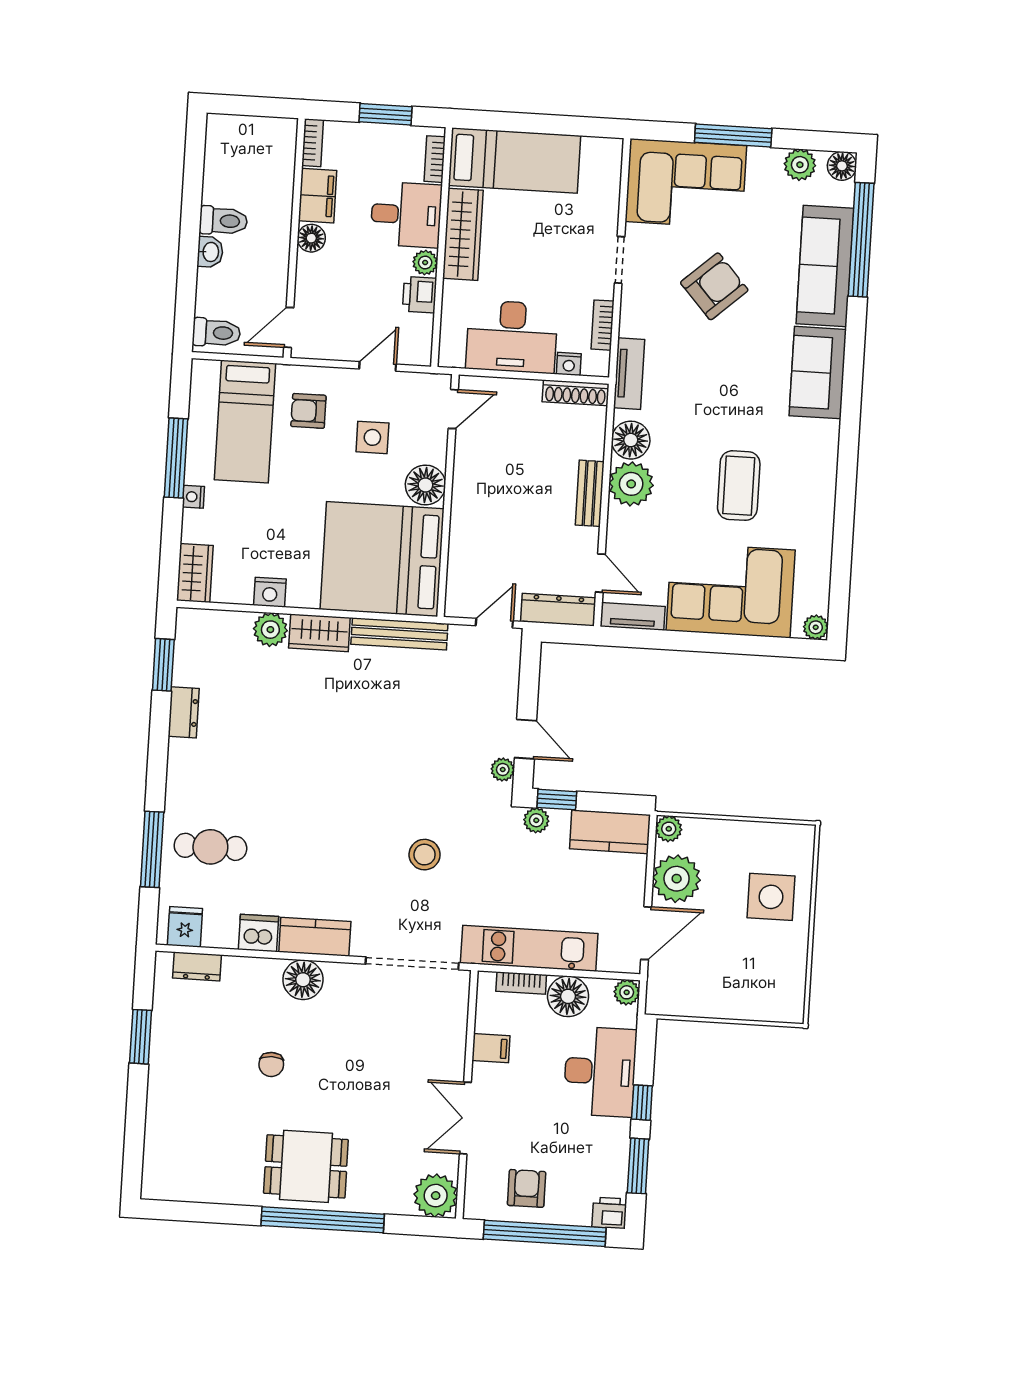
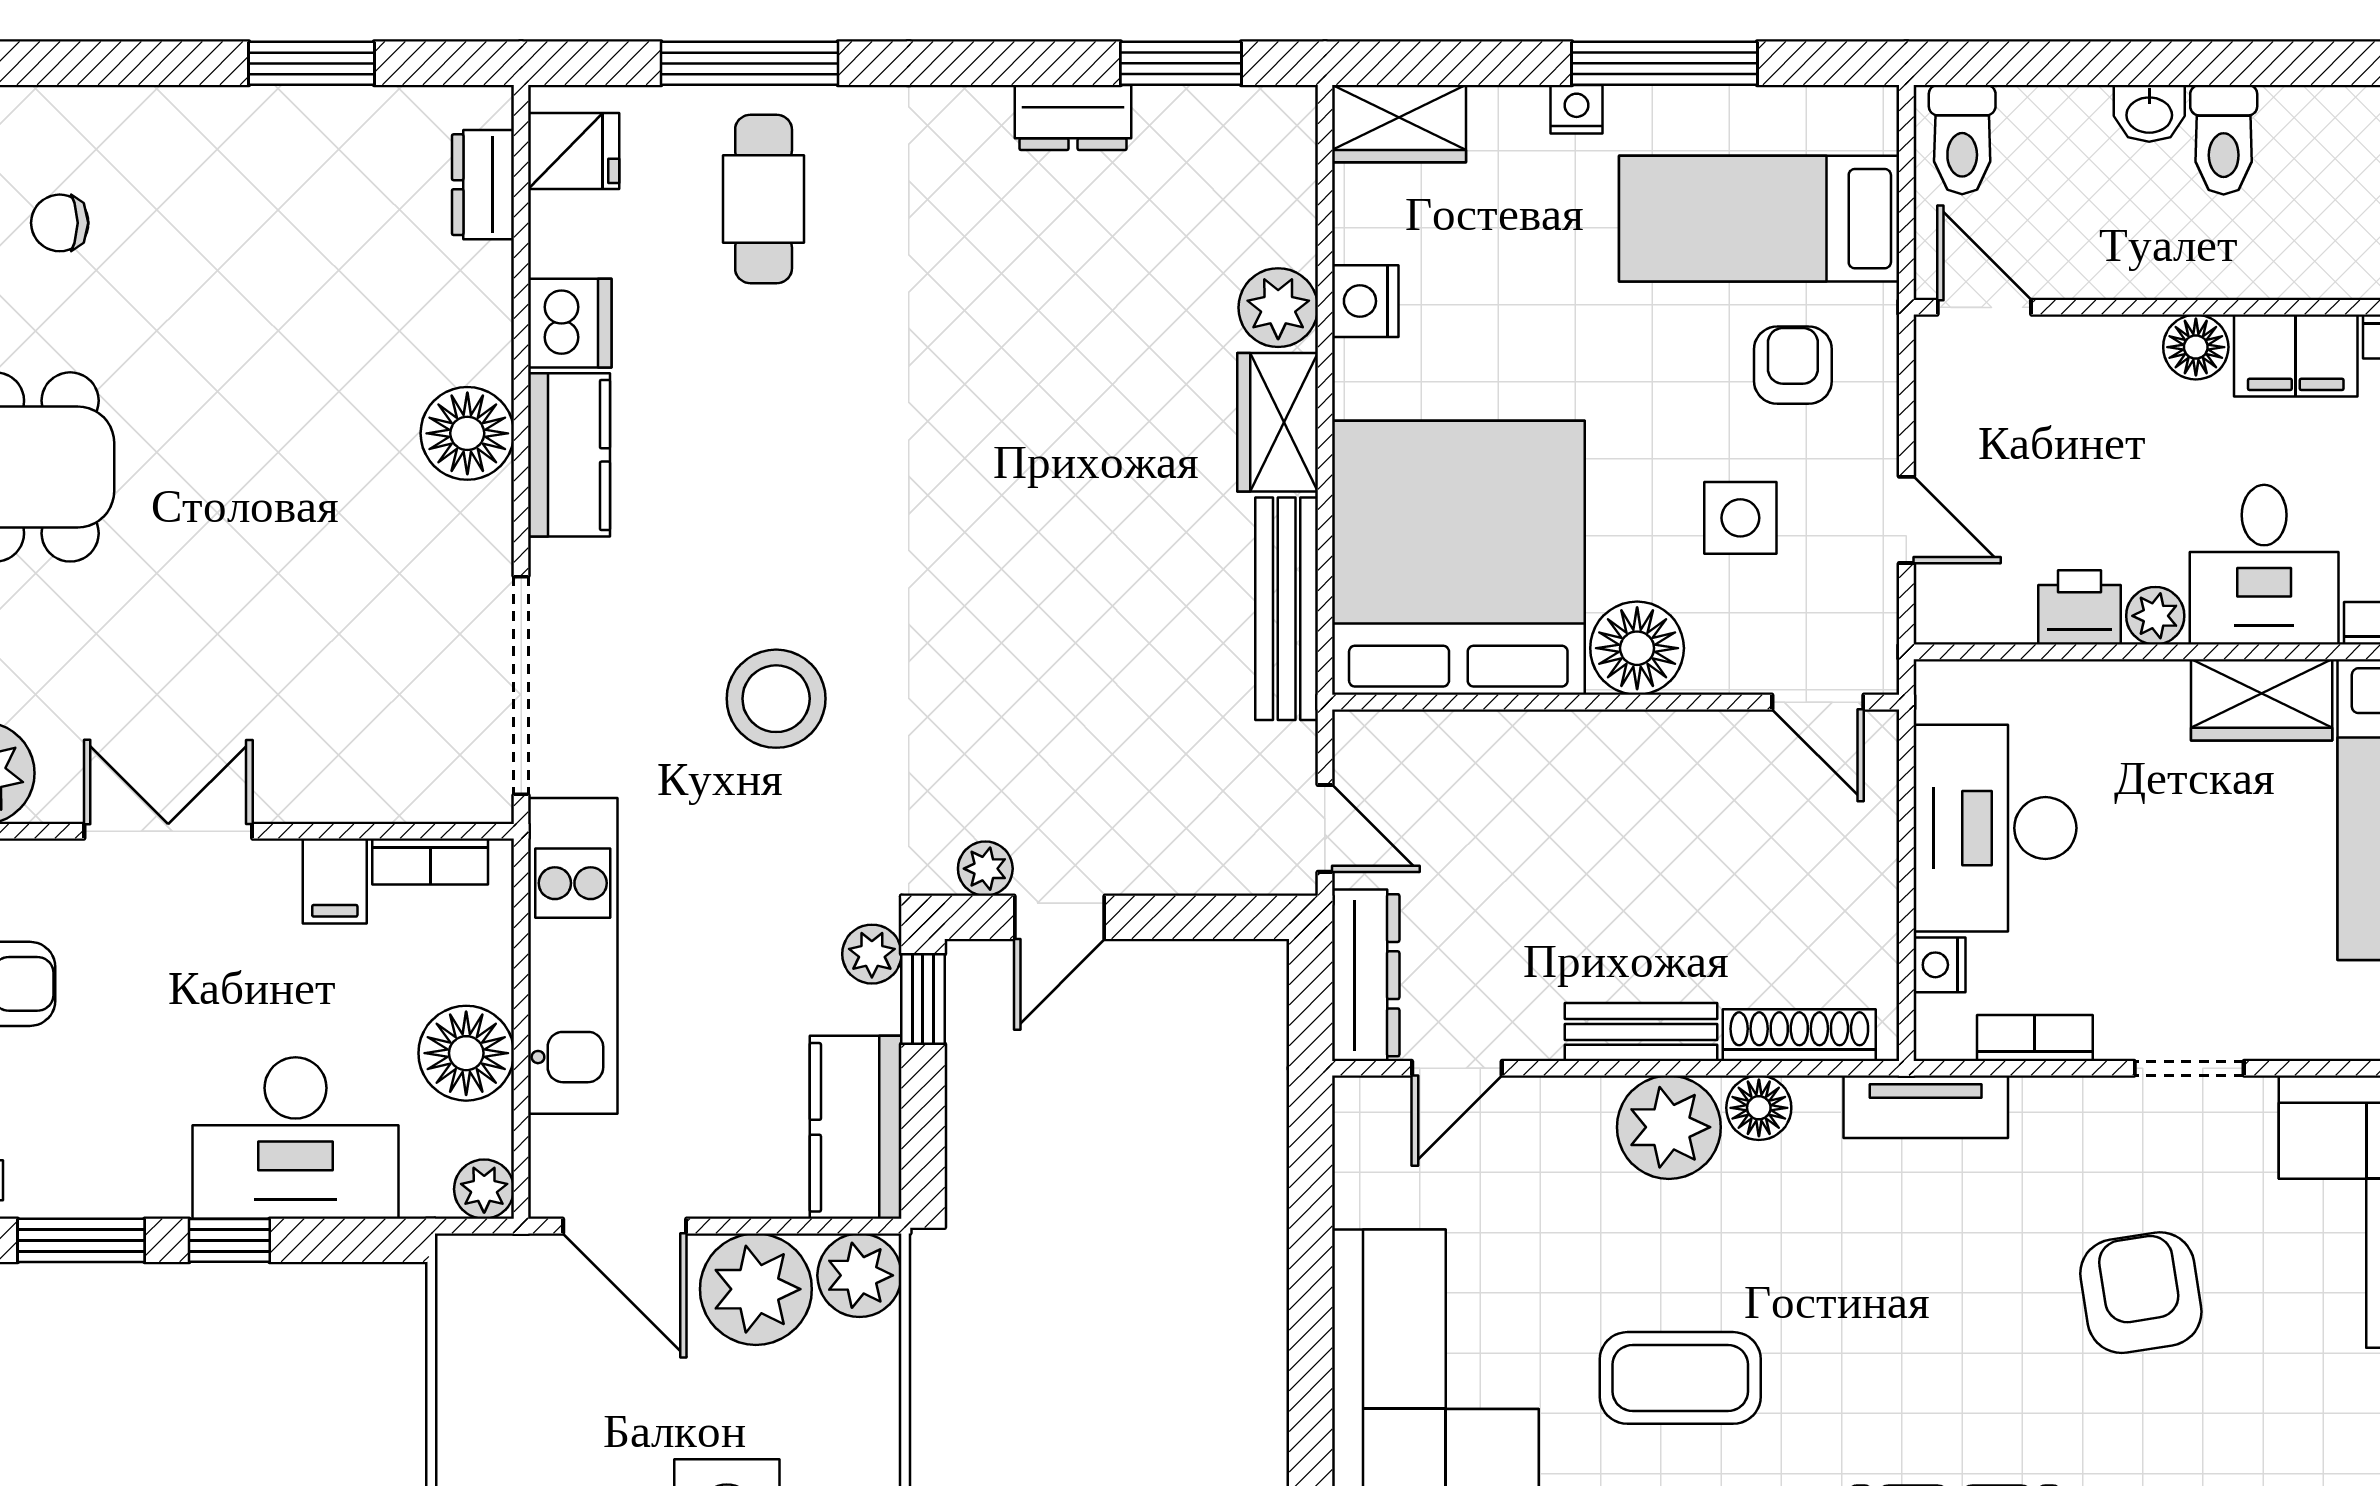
wardrobe: (463, 234) -> (2262, 700), width x0.67
armchair: (714, 286) -> (2141, 1293), turned -147
shoe rack: (576, 393) -> (1799, 1035), moved, turned 90
floor lamp: (631, 440) -> (1759, 1108), width x0.73, depth x0.73
tv unit: (633, 616) -> (1360, 1150), removed
plant: (669, 829) -> (859, 1275), width x1.38, depth x1.38
stool: (425, 855) -> (776, 699), width x1.38, depth x1.38
bookcase: (521, 983) -> (430, 862), moved, turned -90
chair: (271, 1064) -> (60, 223), moved

